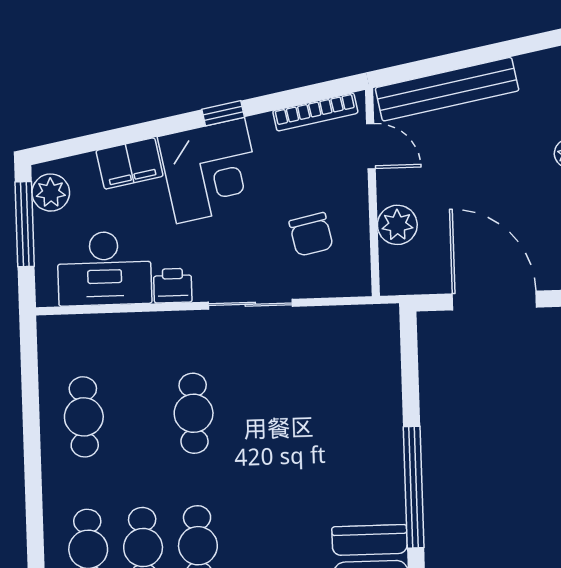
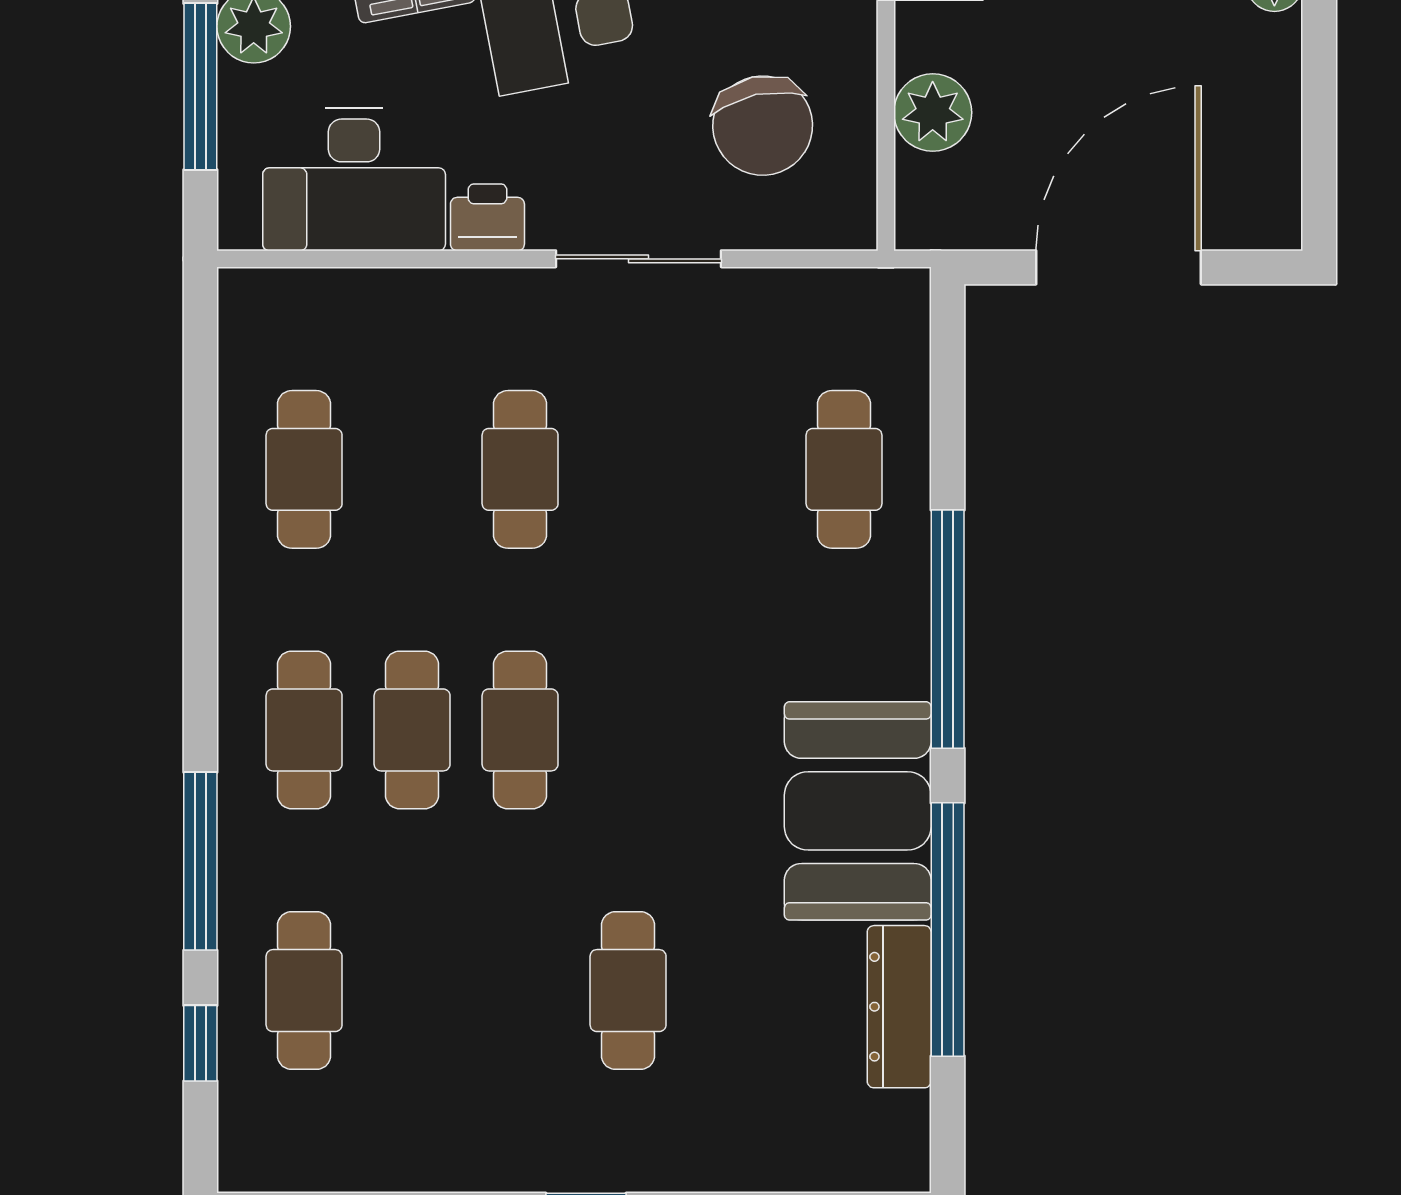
chair: (311, 234) -> (763, 126), width x1.37, depth x1.37
door: (494, 300) -> (1119, 267), hinge flipped
cafe table: (358, 408) -> (844, 469), added

